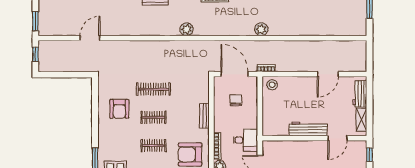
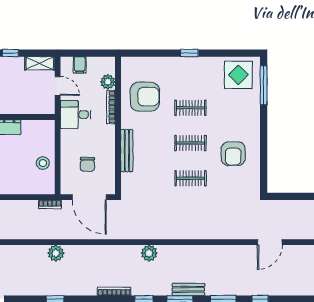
stool: (272, 85) -> (43, 163), moved
clothes rail: (153, 89) -> (190, 178), width x0.73
armchair: (119, 109) -> (233, 154), turned 180
bench: (204, 116) -> (127, 151), width x1.36

